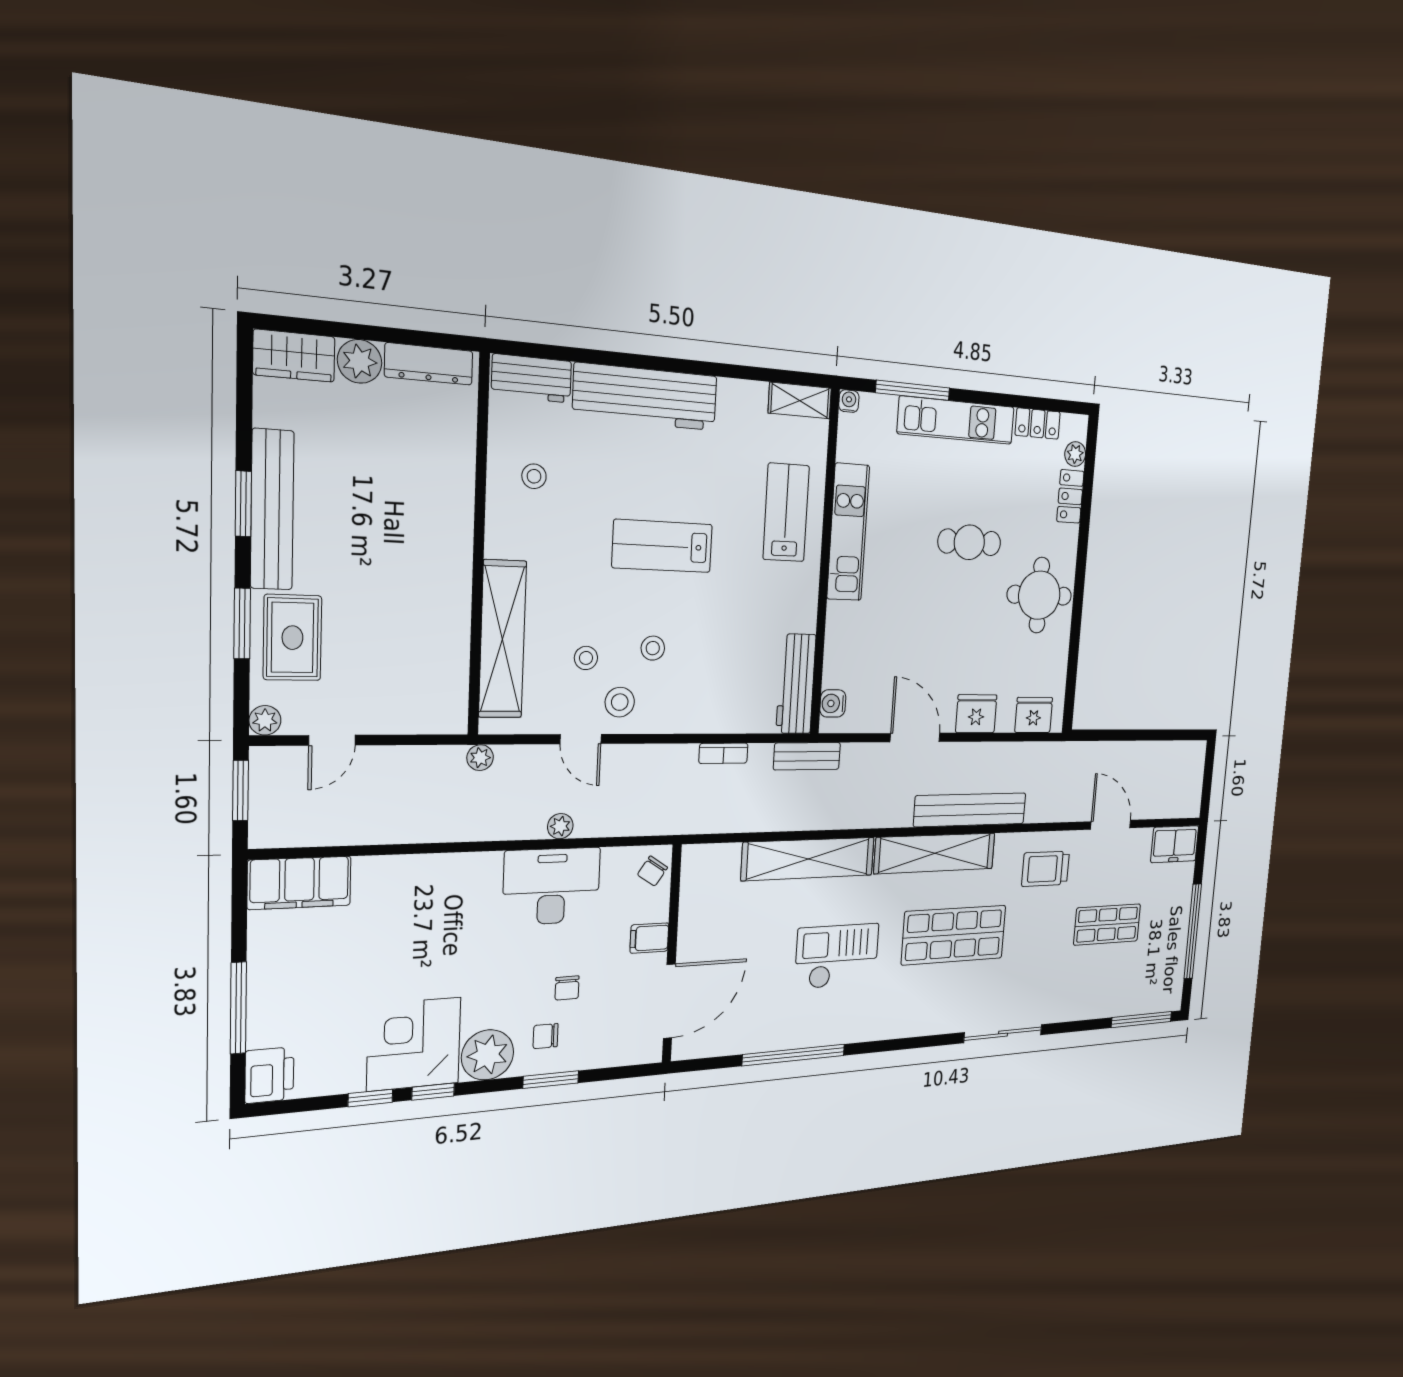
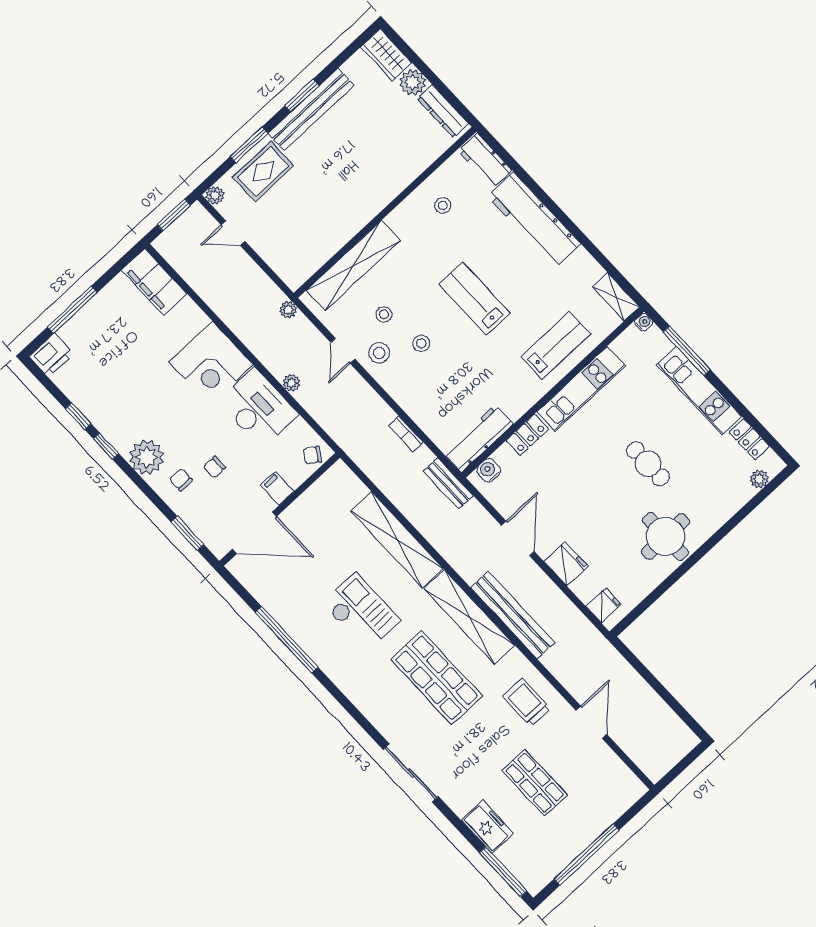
locker: (1070, 496) -> (527, 435), moved, turned 180
fridge: (1034, 715) -> (604, 605), width x0.72
freezer: (1175, 844) -> (487, 827), moved, turned 180
corner desk: (414, 1044) -> (211, 363), moved, turned 180
window: (551, 1080) -> (187, 533), moved

